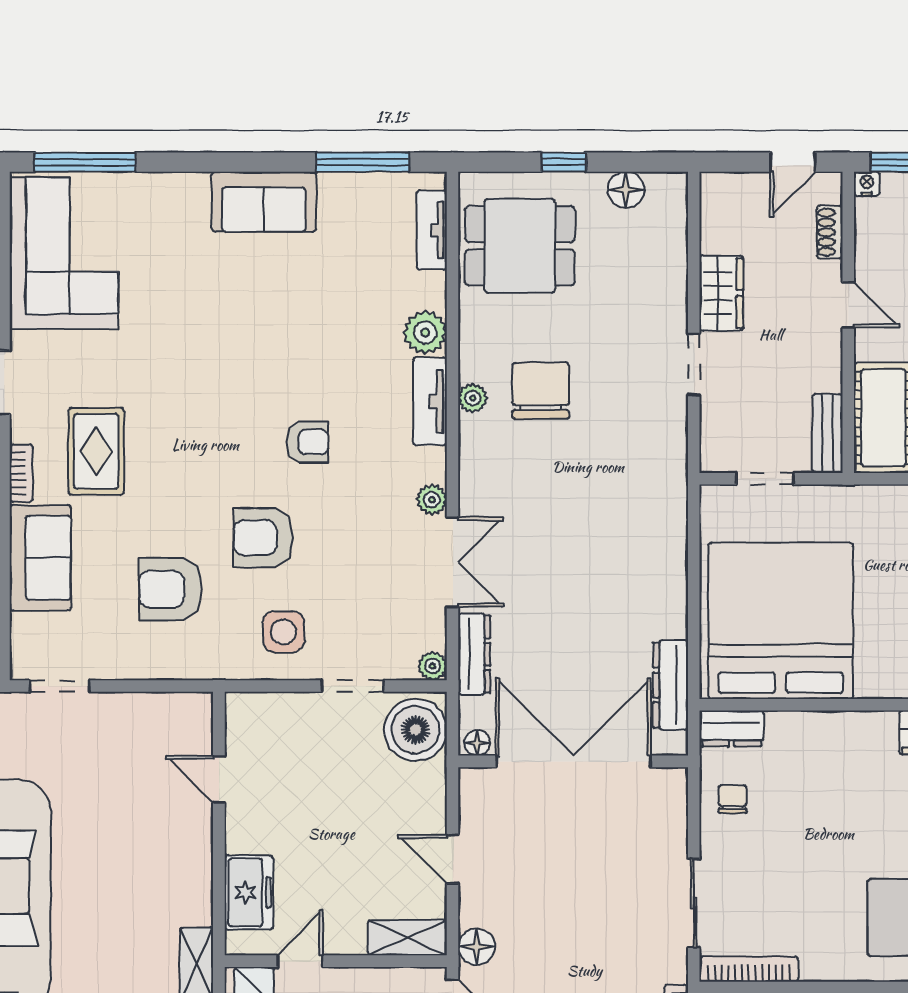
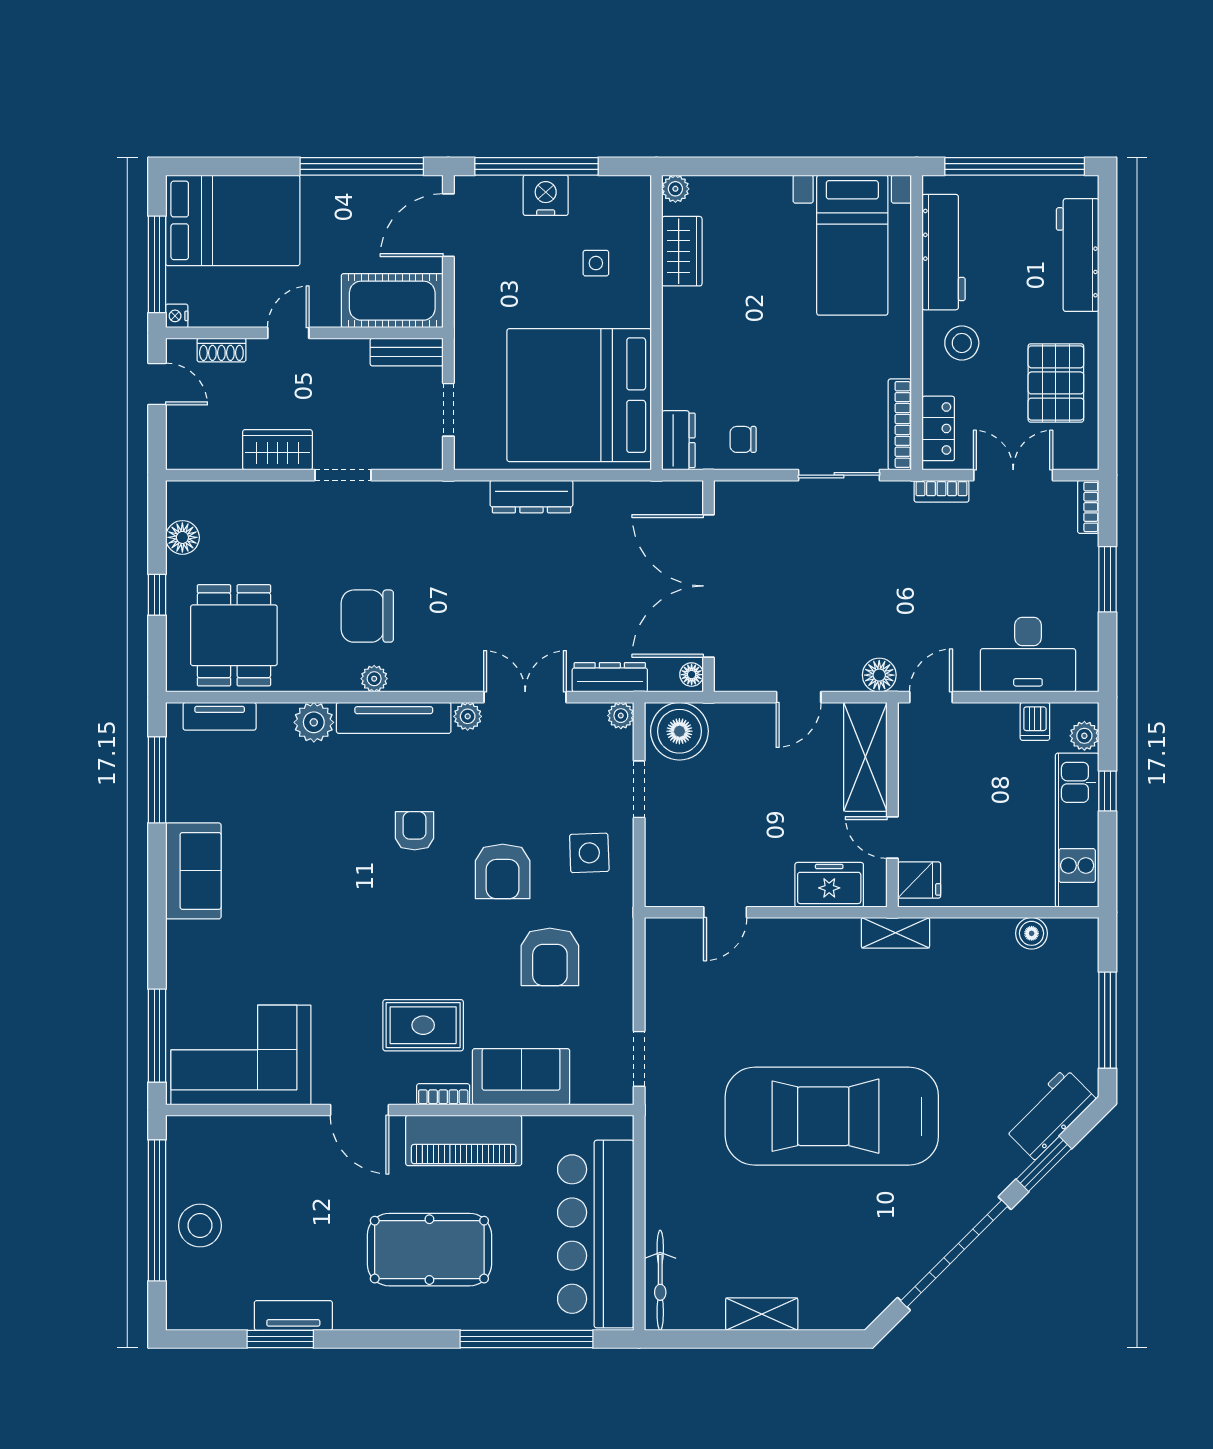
tv unit: (430, 401) -> (394, 718), width x1.41
dresser: (671, 685) -> (531, 497), moved
shelving: (407, 938) -> (865, 757), width x1.50, depth x1.33

